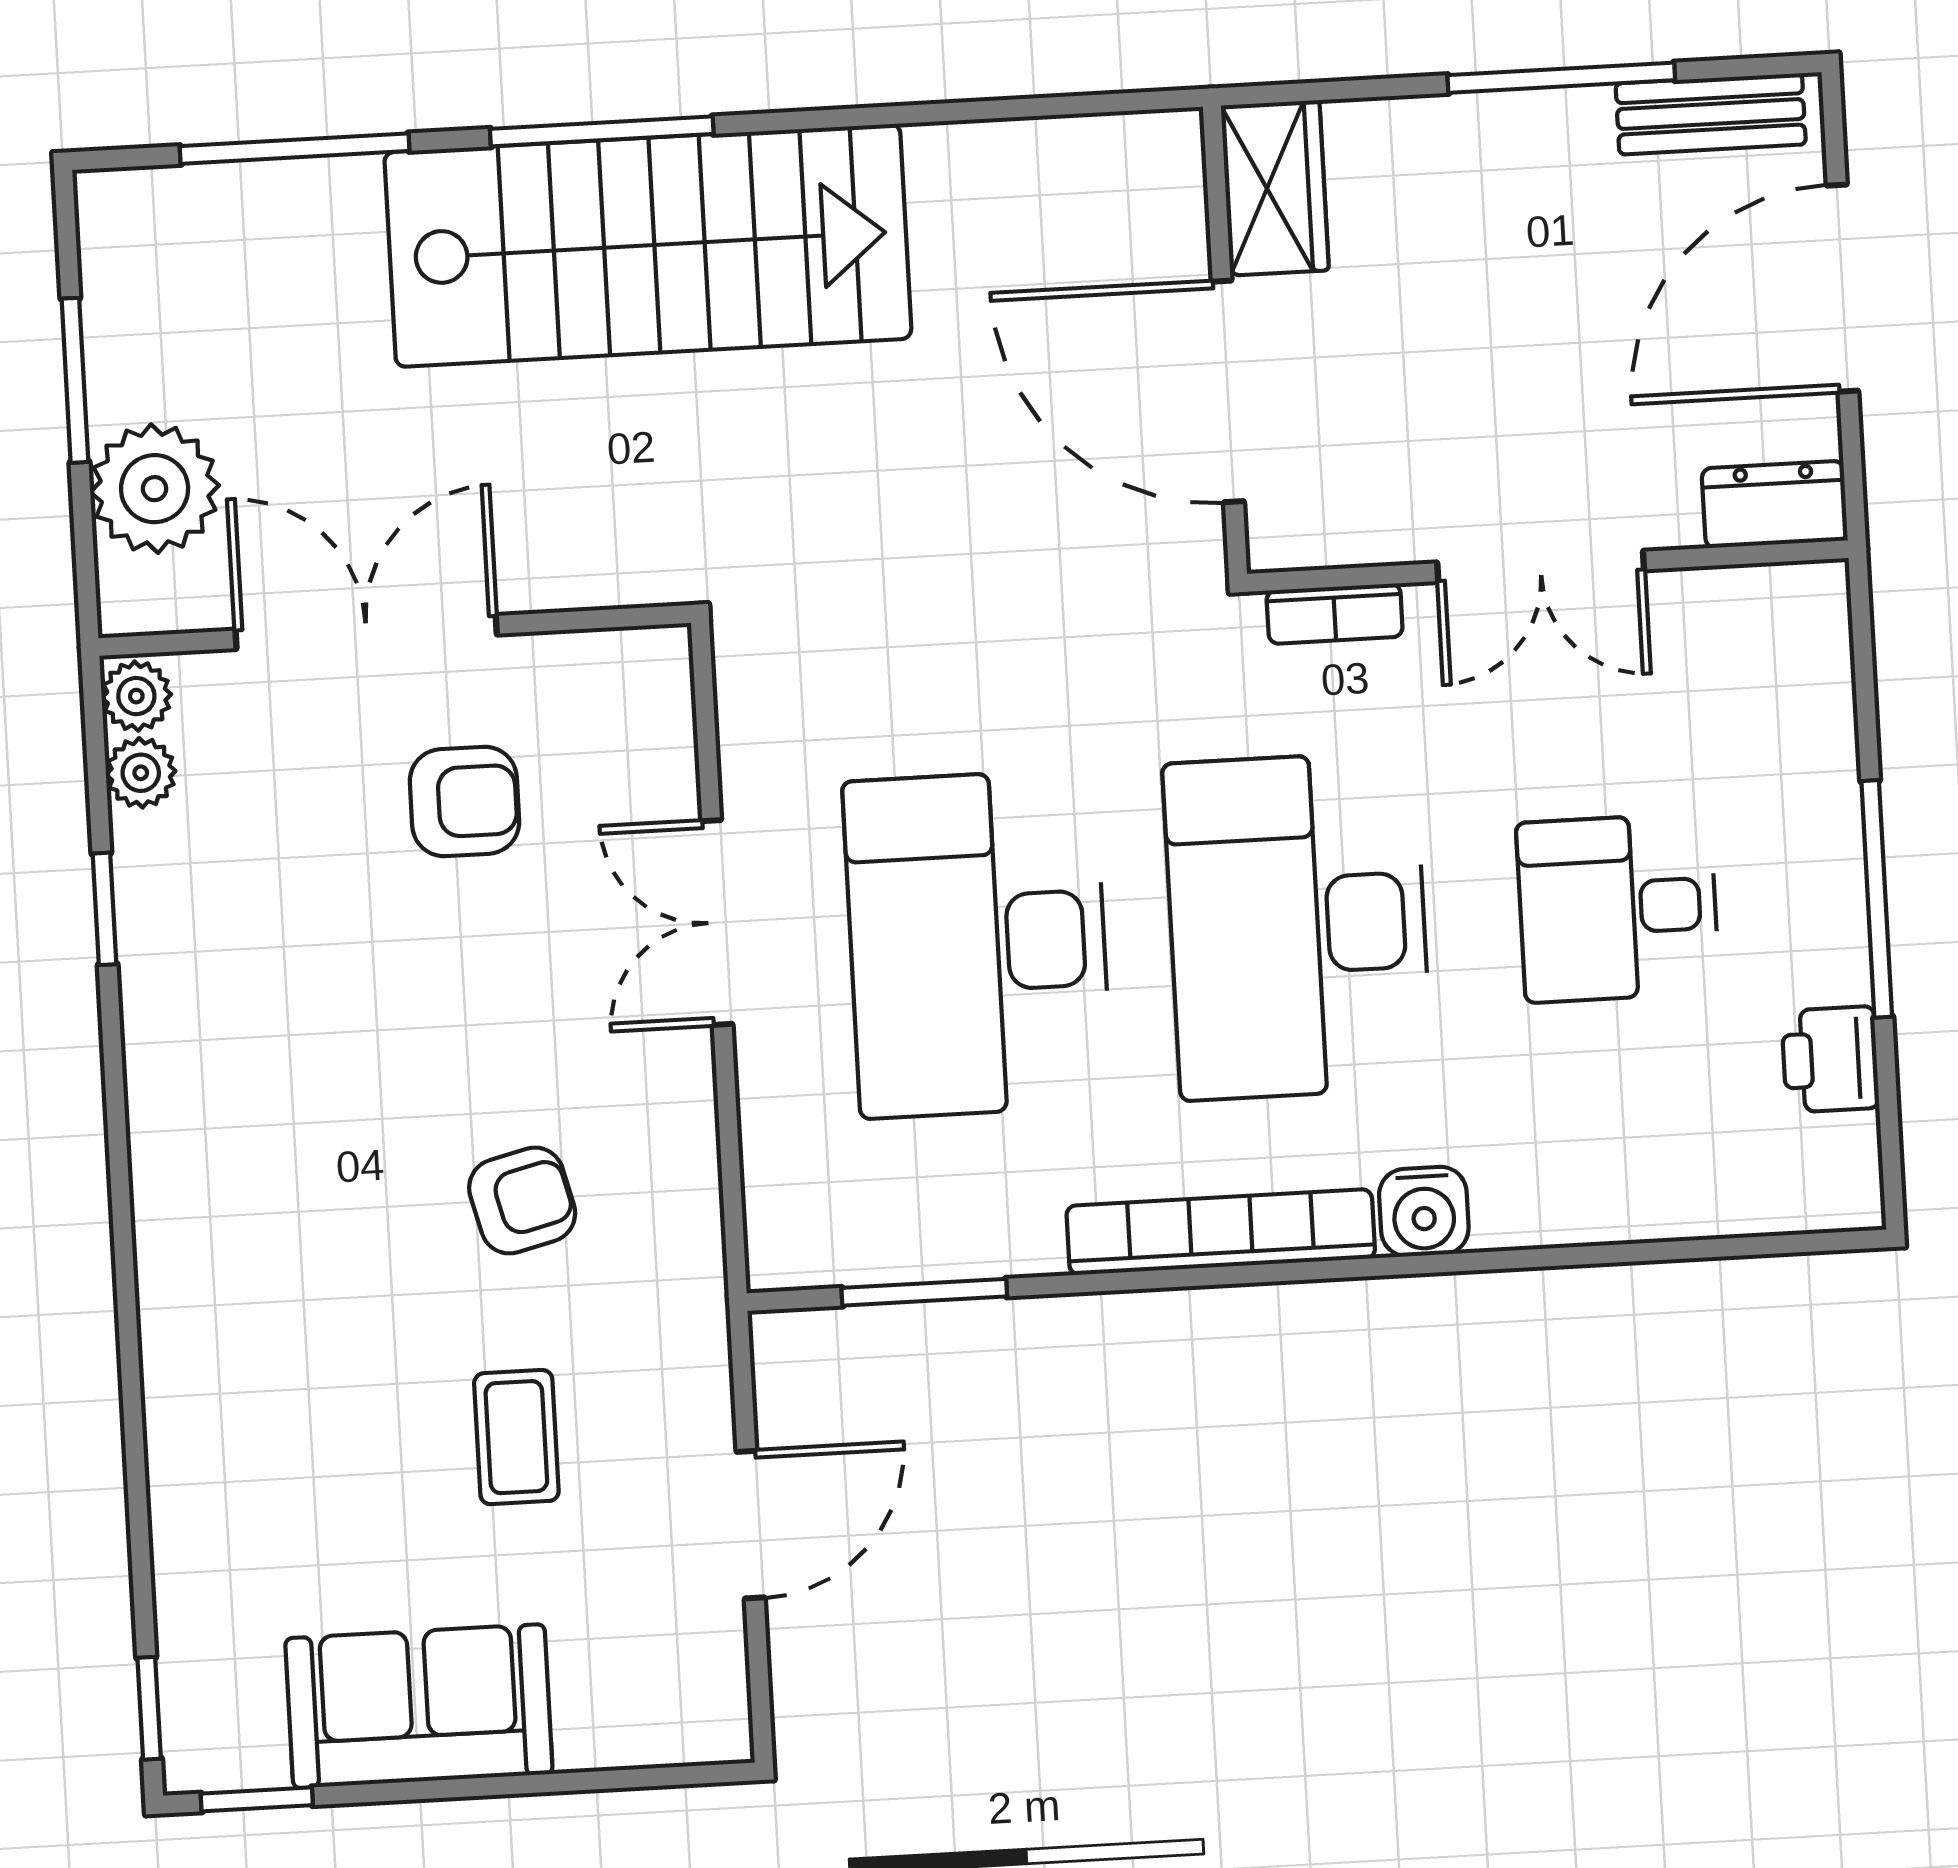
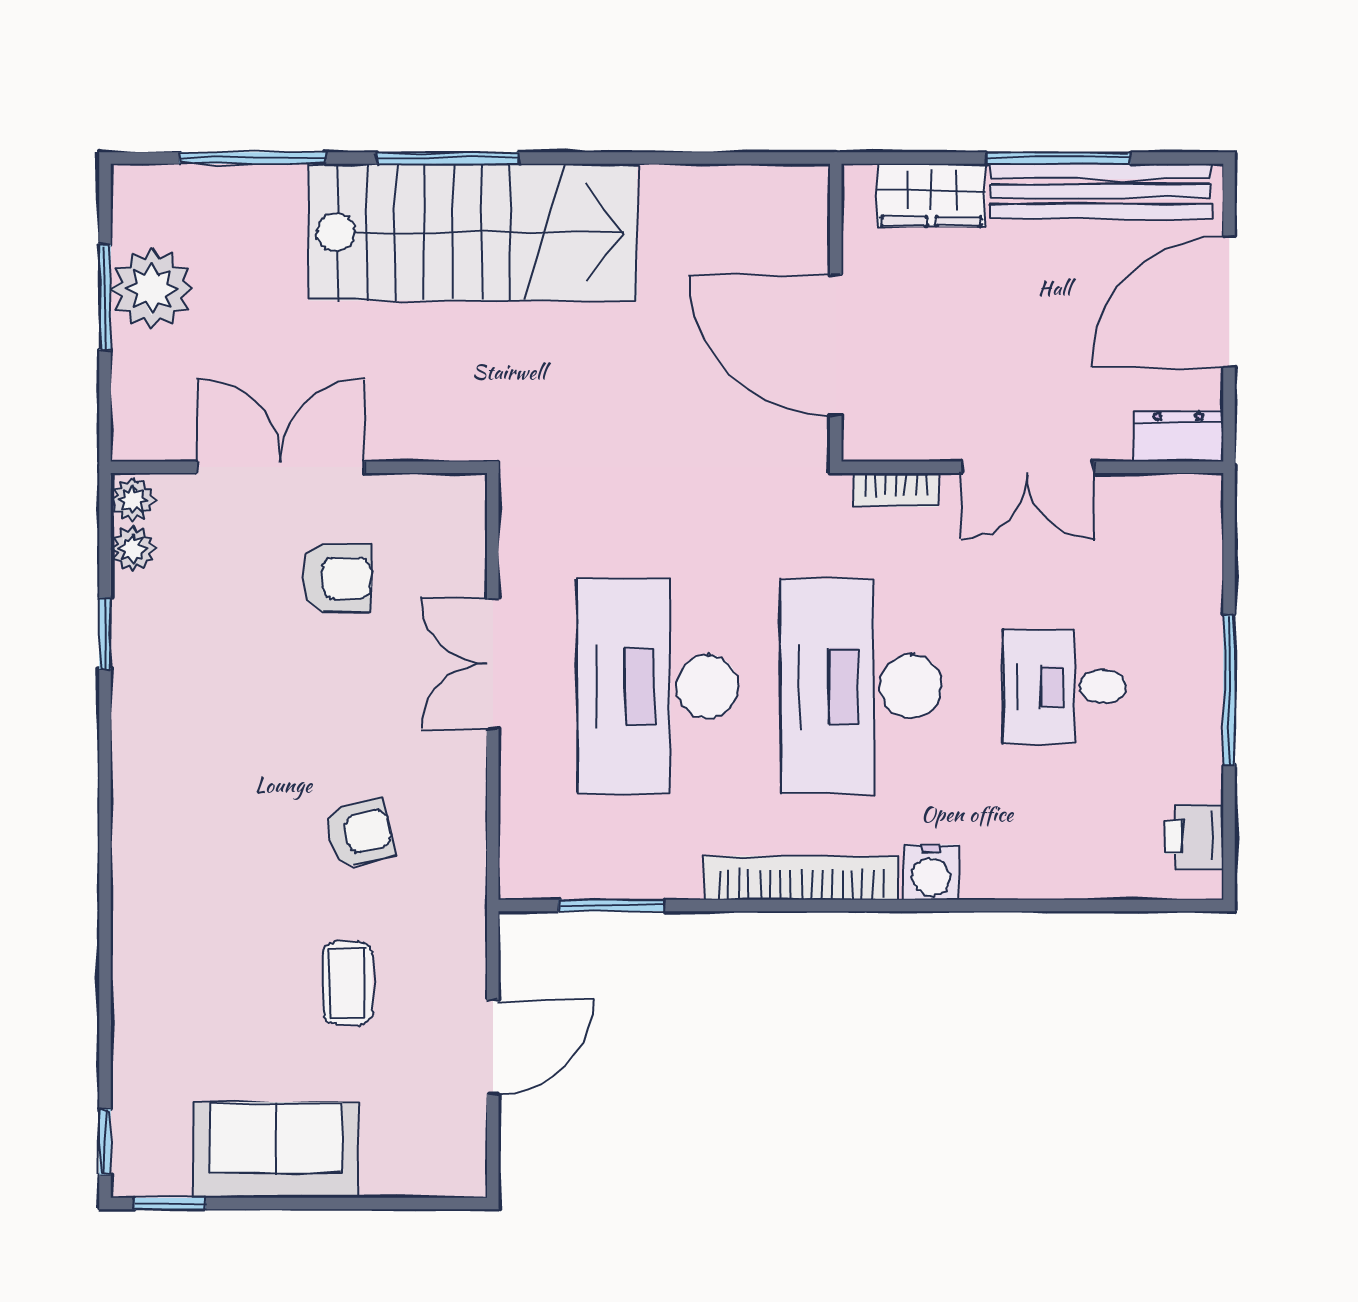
bench: (1711, 114) -> (1100, 191), width x1.86, depth x1.21
wardrobe: (1275, 188) -> (931, 195), moved, turned 90
plant: (155, 489) -> (152, 289), moved
printer: (1830, 1059) -> (1194, 837), moved

